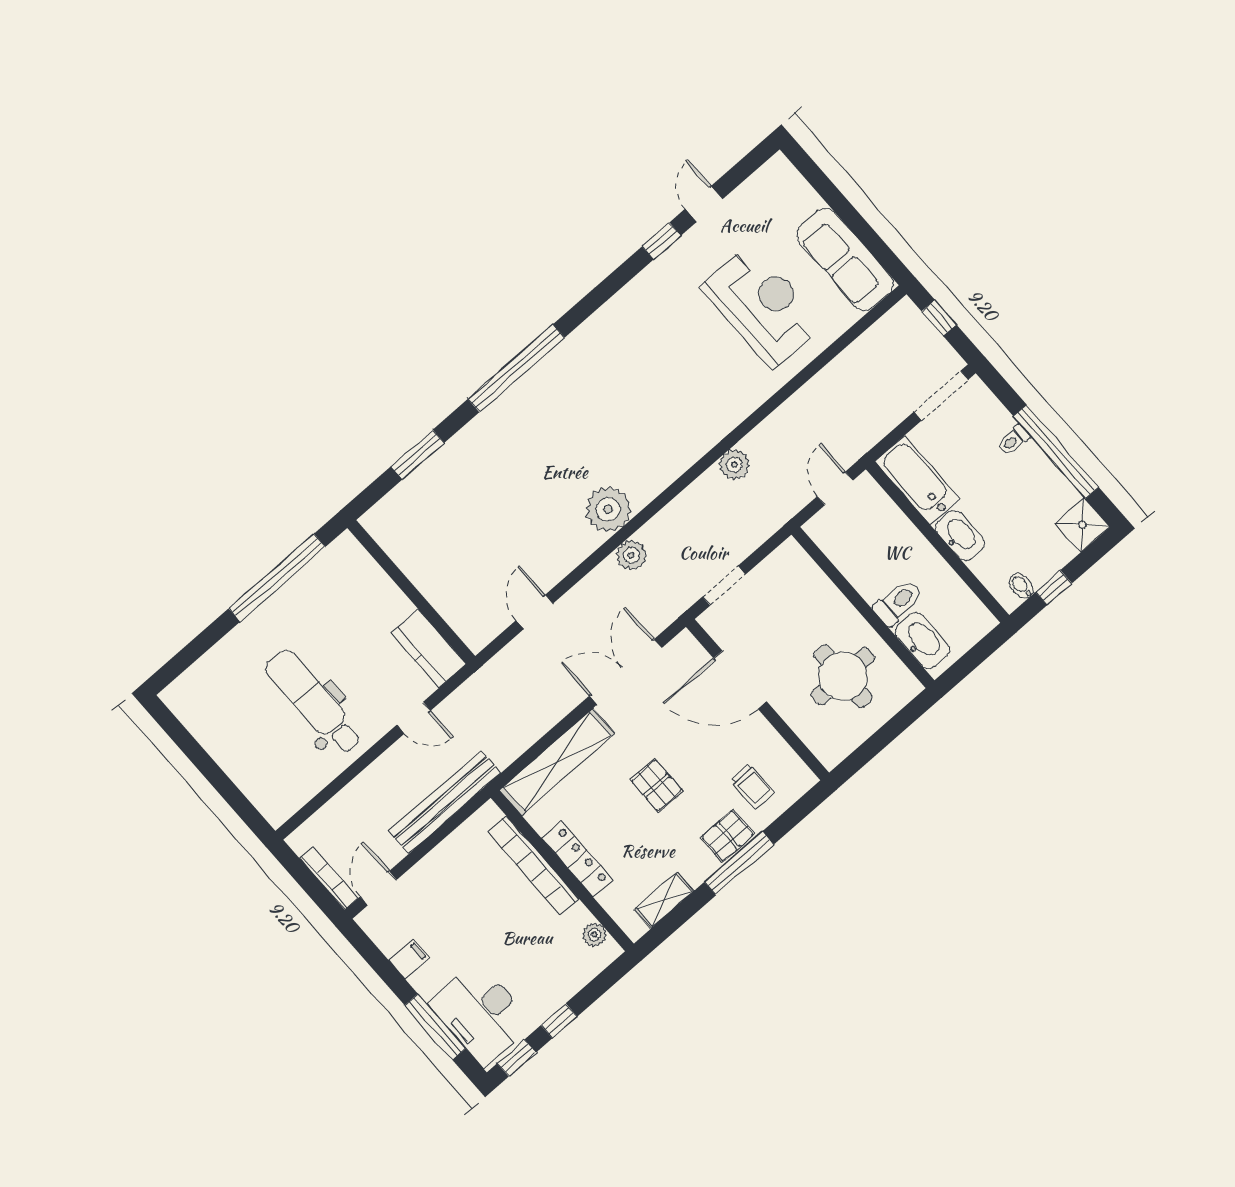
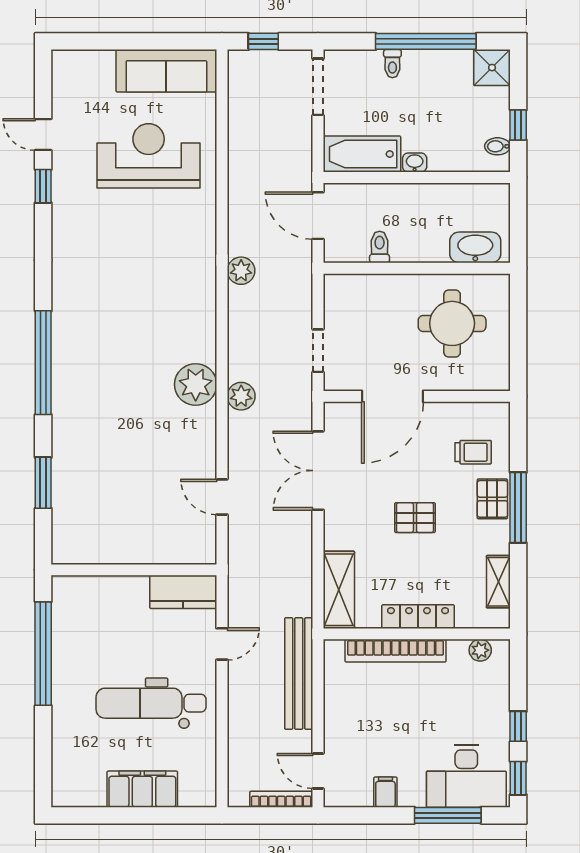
door: (835, 488) -> (318, 216), width x1.38
washbasin: (960, 535) -> (415, 163), width x0.52, depth x0.69
toilet: (898, 602) -> (380, 247), moved, width x0.73, depth x0.72
filing cabinet: (237, 757) -> (142, 789), added
shelving: (557, 762) -> (339, 590), width x0.68

